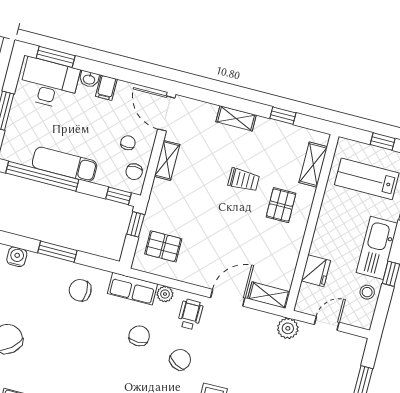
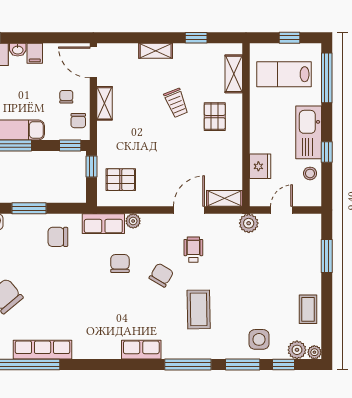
trolley: (244, 180) -> (176, 103), turned 68
wheelchair: (190, 314) -> (193, 250), moved

